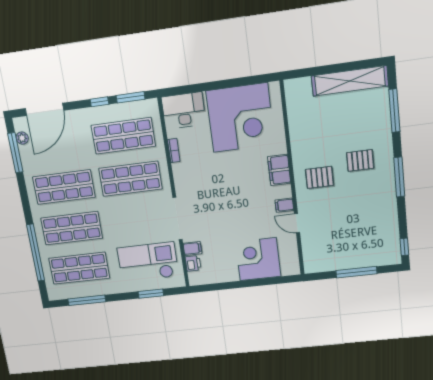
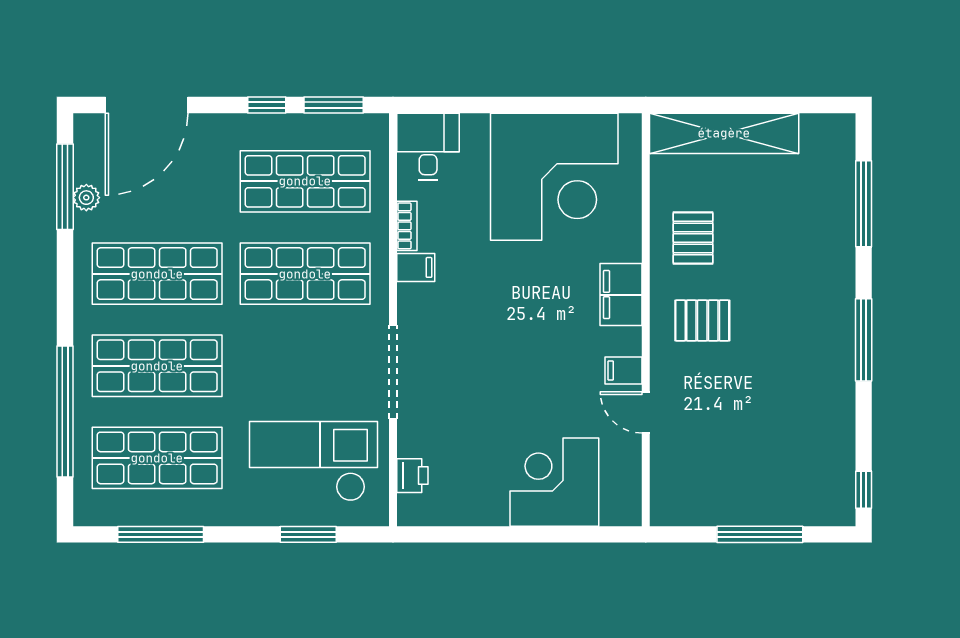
shelving: (350, 81) -> (724, 133), moved
desk: (184, 111) -> (428, 147), width x0.73
plant: (22, 138) -> (86, 198), moved
pallet: (360, 160) -> (693, 238), moved, turned 90
filing cabinet: (192, 248) -> (416, 267), moved

